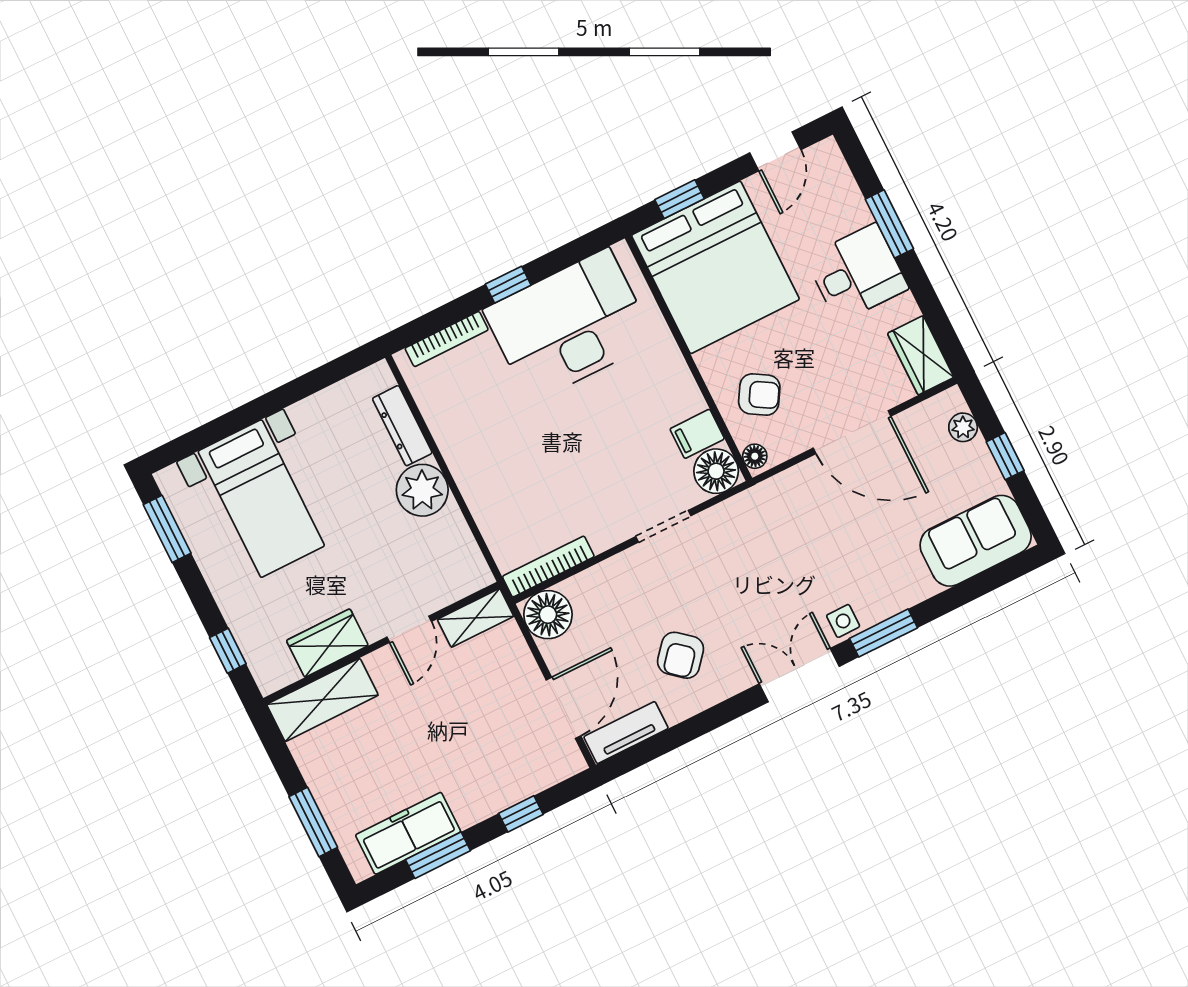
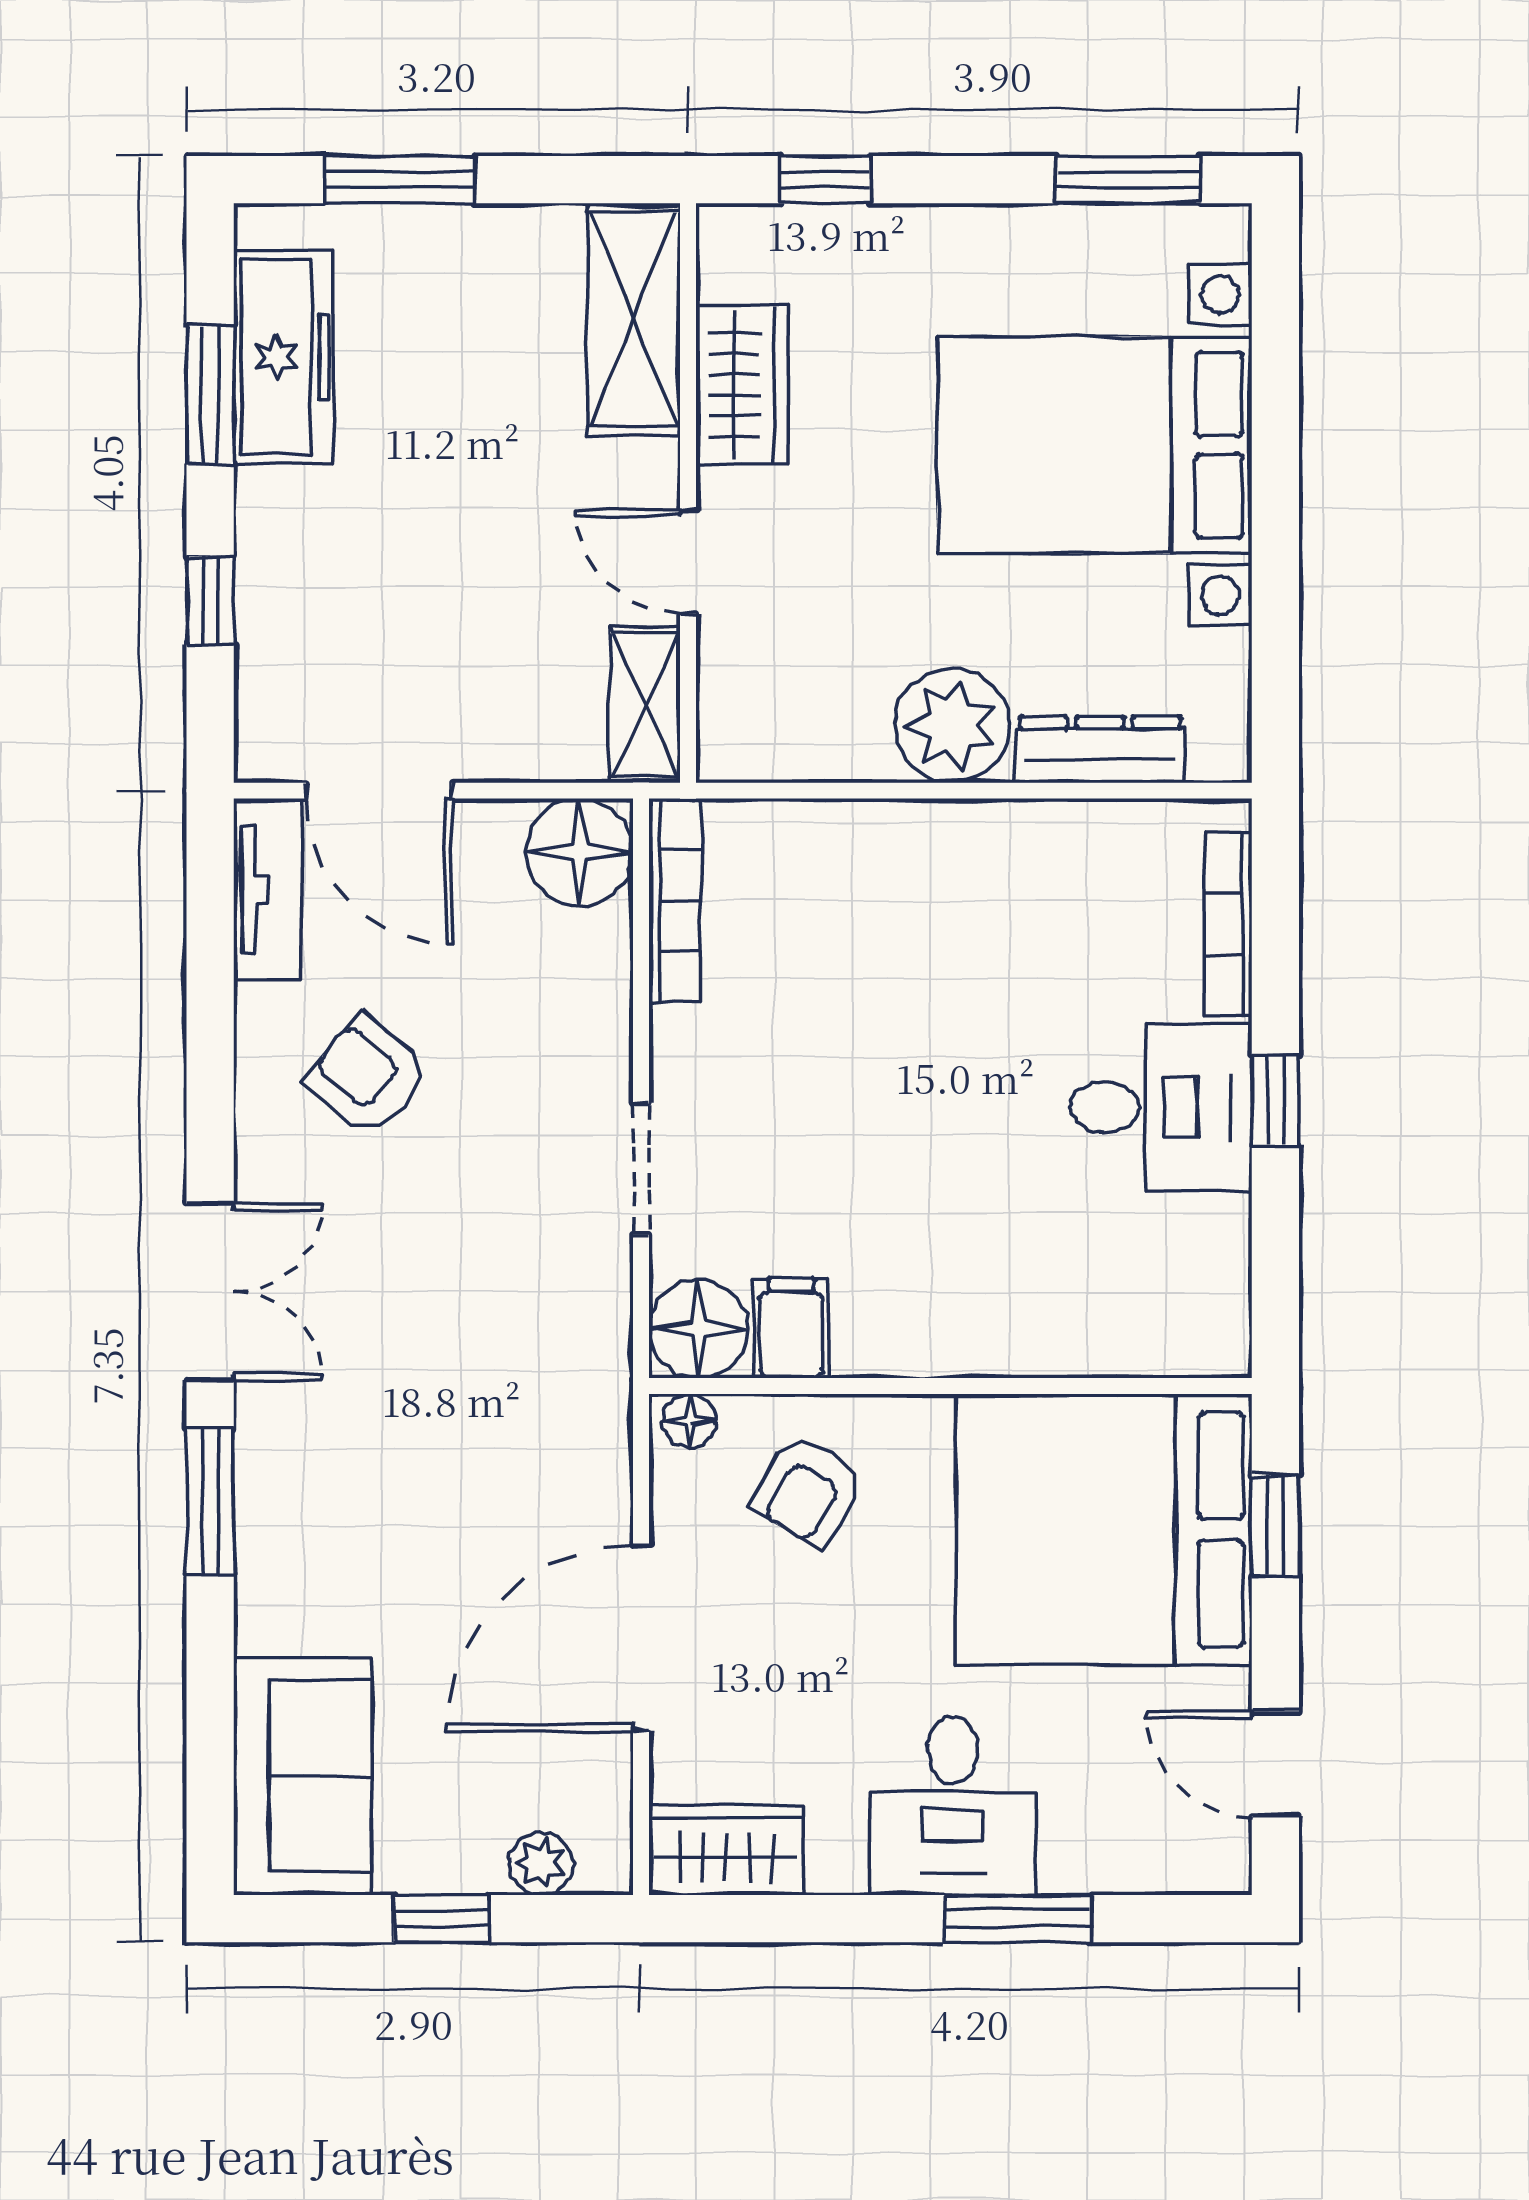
desk: (569, 326) -> (1161, 1107), width x0.53, depth x0.77
bed with nightstands: (261, 499) -> (1095, 445), width x1.36
side table: (843, 621) -> (274, 1433), removed

